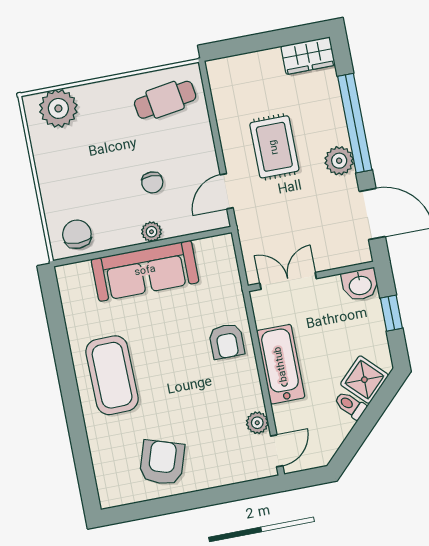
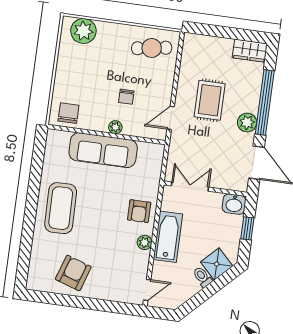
plant: (257, 423) -> (144, 242), moved

